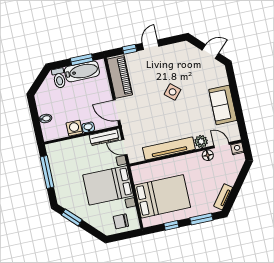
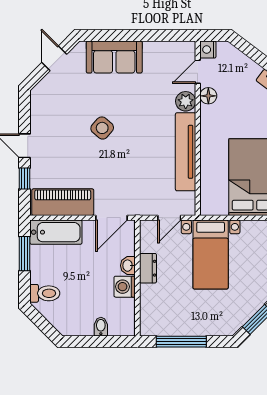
bathtub: (82, 71) -> (56, 232), moved, turned 90
sofa: (223, 105) -> (114, 57), moved
dresser: (104, 137) -> (148, 268), moved, width x0.70
bed with nightstands: (108, 185) -> (211, 255), width x0.73

